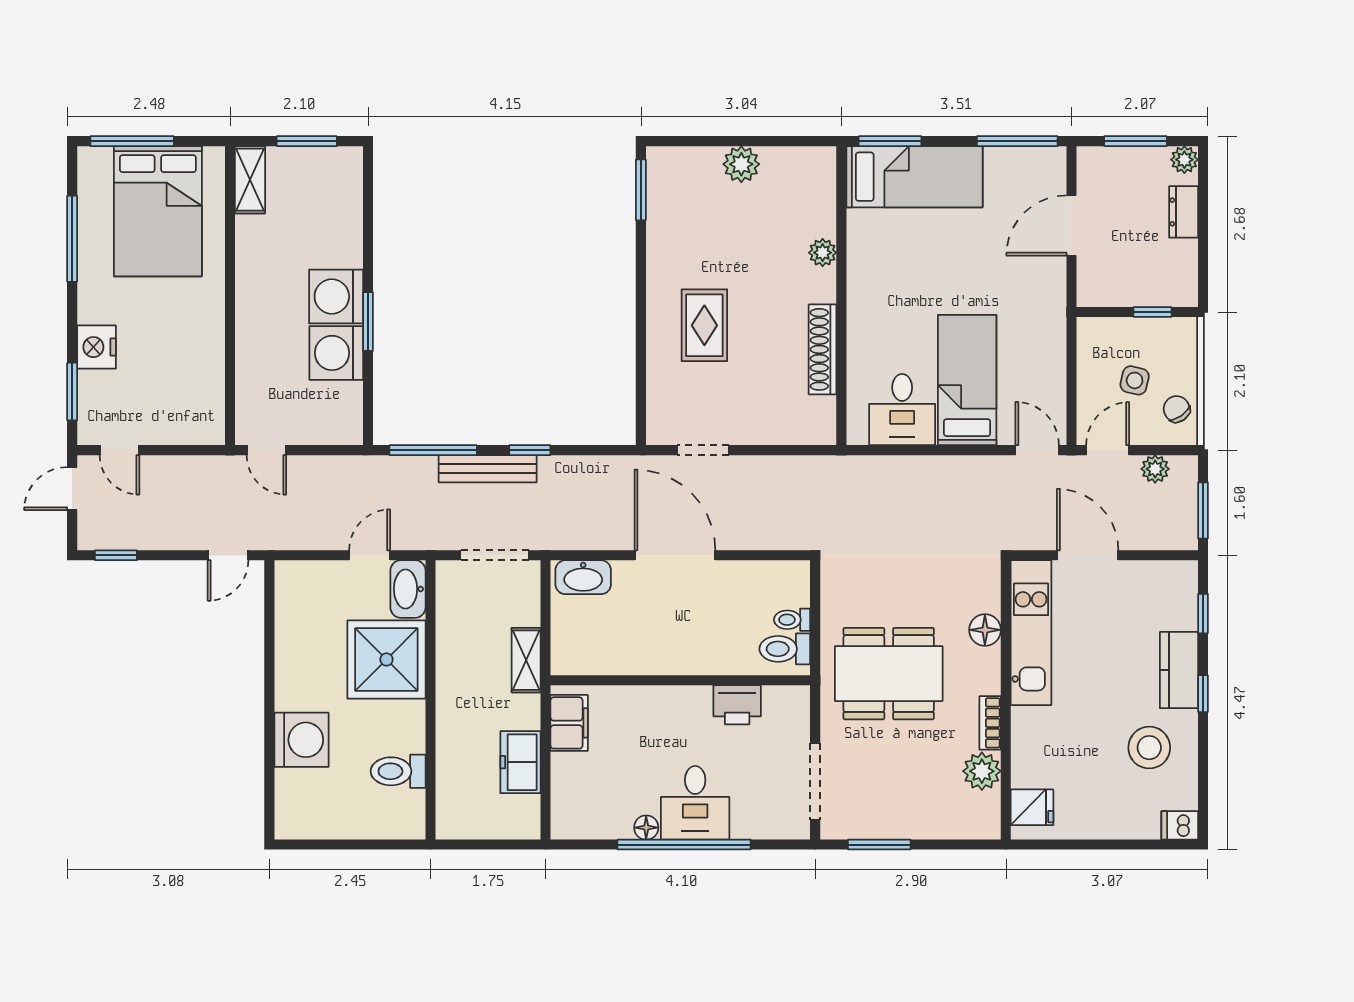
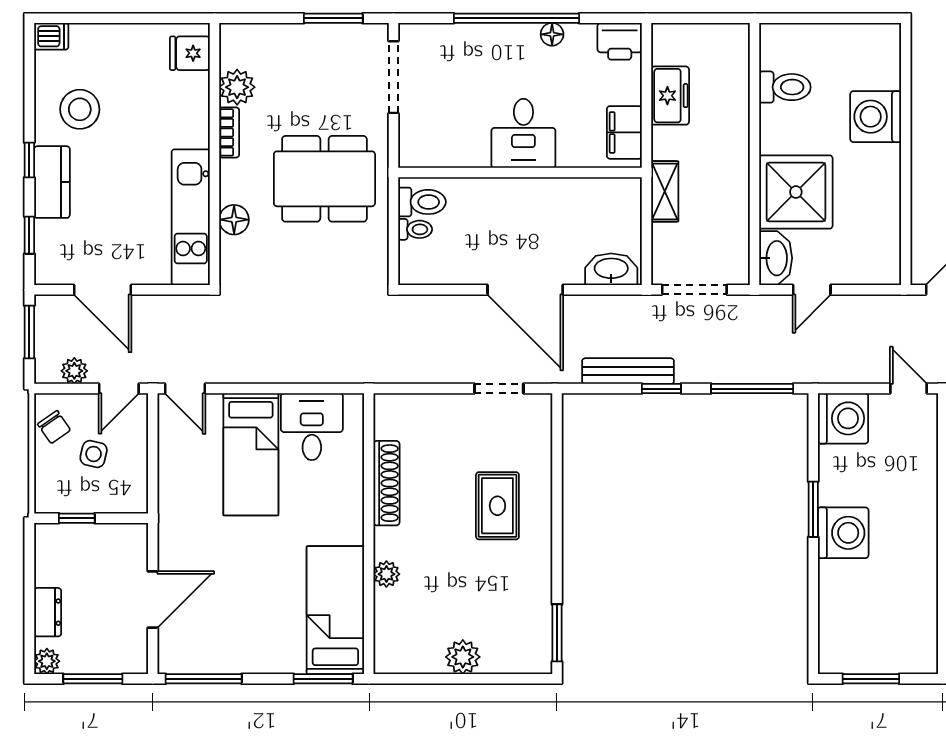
bed: (914, 177) -> (335, 610), moved, turned 90
shelving: (250, 180) -> (924, 642), removed
washing machine: (336, 353) -> (843, 418), moved
bench: (488, 469) -> (628, 371), moved
door: (1088, 555) -> (103, 290), moved
printer: (737, 705) -> (620, 41), moved, turned 180
desk: (695, 803) -> (523, 133), moved, turned 180

